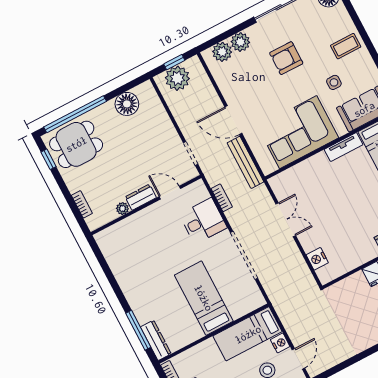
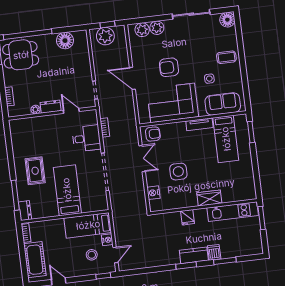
armchair: (286, 58) -> (169, 67), moved
bench: (245, 162) -> (130, 110), removed
armchair: (288, 183) -> (153, 134), added
side table: (339, 219) -> (178, 172), added
rug: (152, 288) -> (35, 171), added
dresser: (156, 340) -> (25, 211), width x0.70

